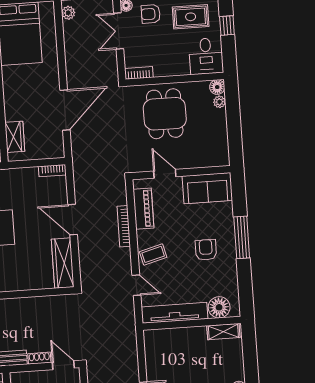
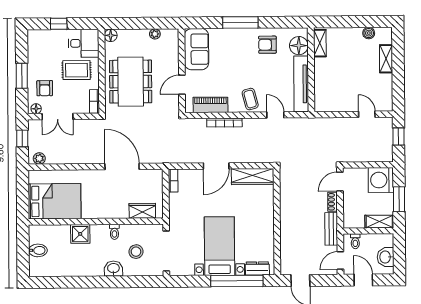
rug: (191, 17) -> (77, 70), moved, turned 90
plant: (219, 102) -> (155, 34), moved
dining table: (165, 114) -> (131, 82), width x1.37
armchair: (206, 250) -> (267, 45), moved
door: (136, 285) -> (275, 115), hinge flipped

